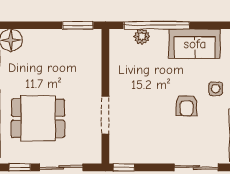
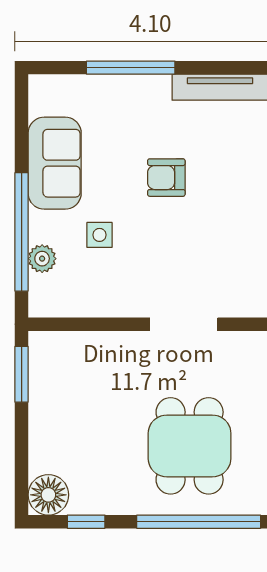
side table: (216, 89) -> (100, 235), moved
armchair: (187, 105) -> (166, 178), turned 180

